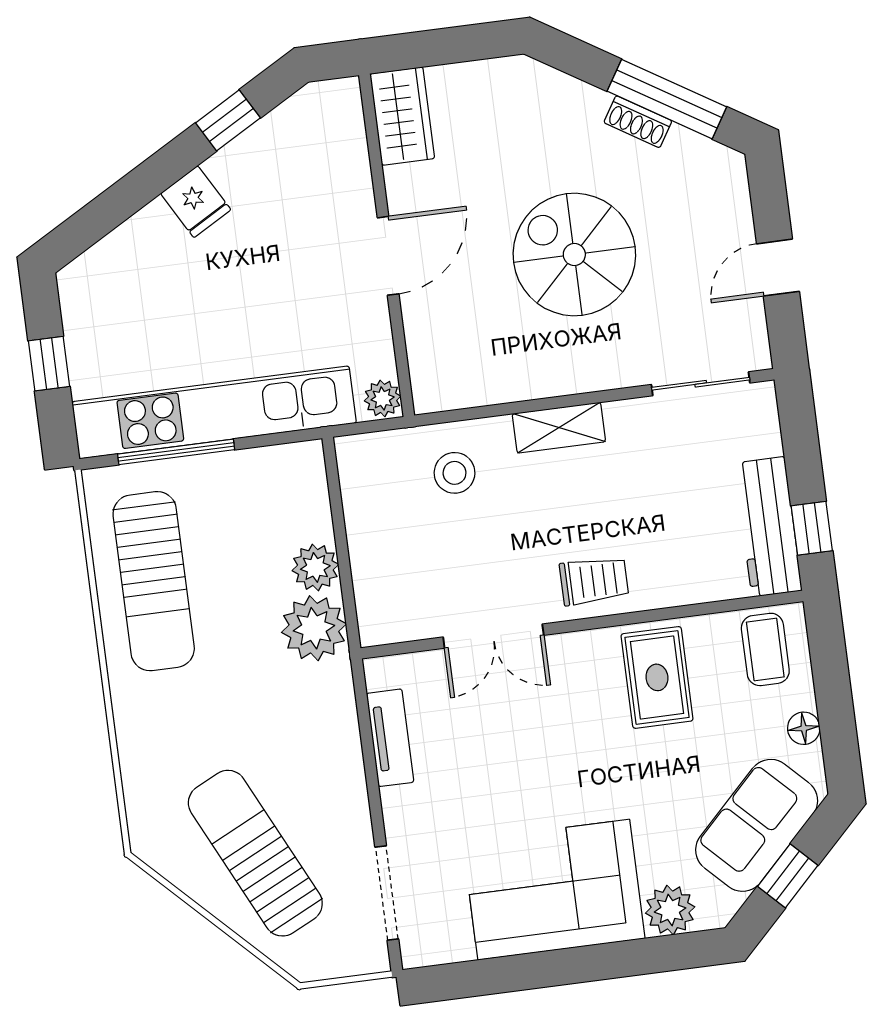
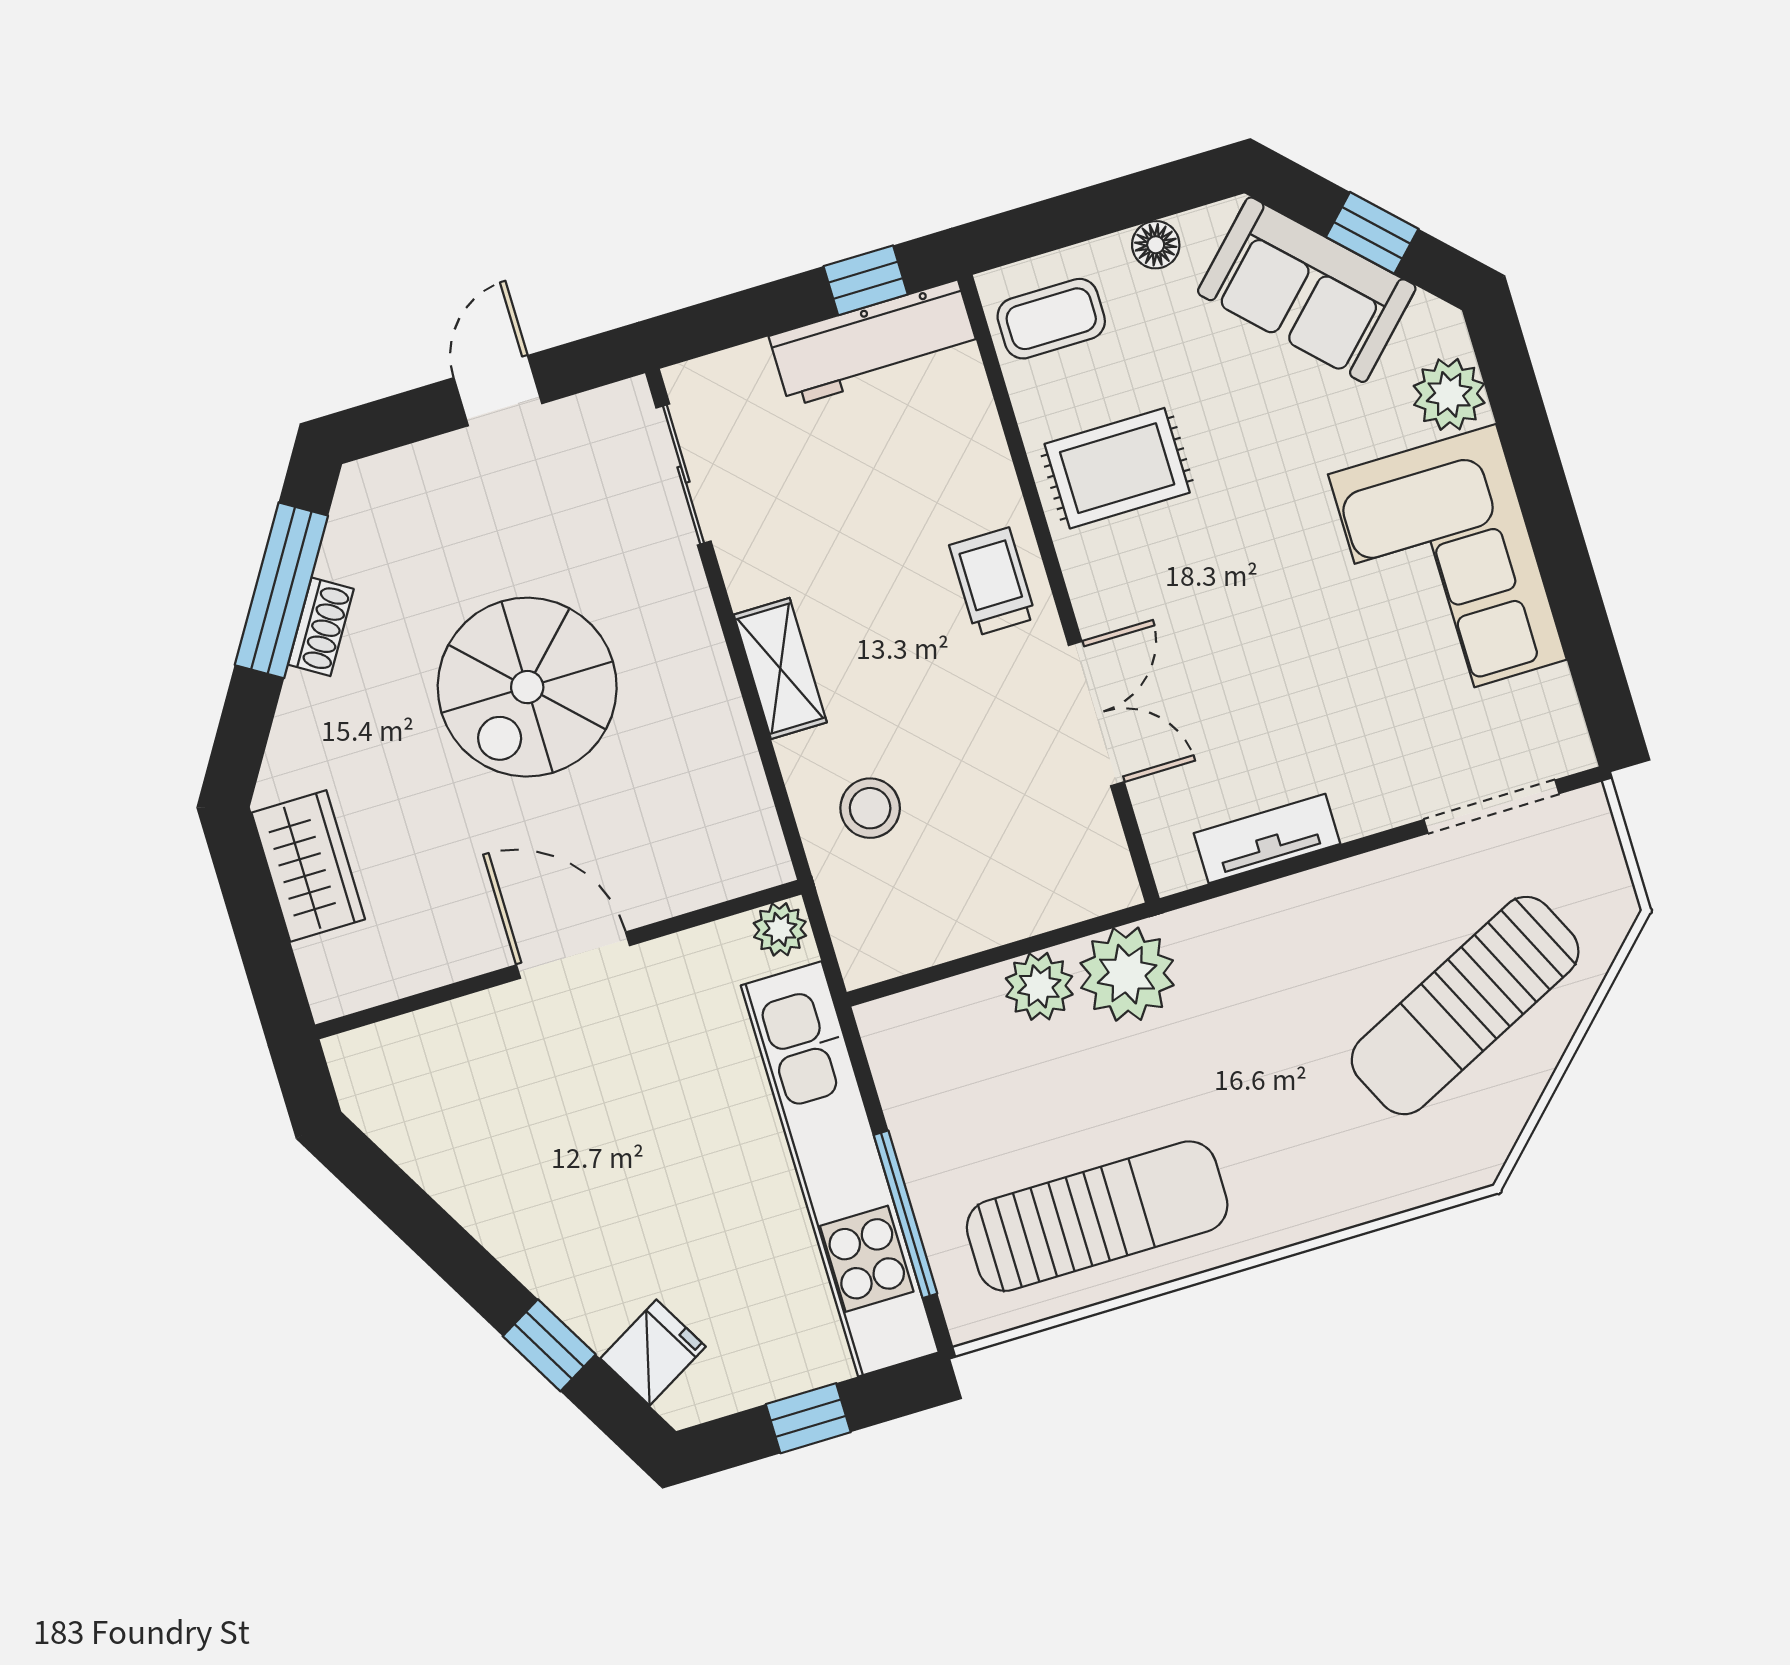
wardrobe: (402, 116) -> (308, 866), moved, turned 90
window: (228, 120) -> (549, 1345), moved
fridge: (196, 202) -> (653, 1353), moved
door: (778, 268) -> (498, 391), swing flipped

